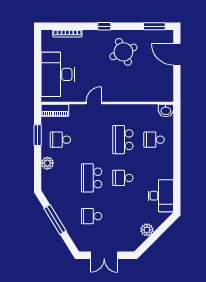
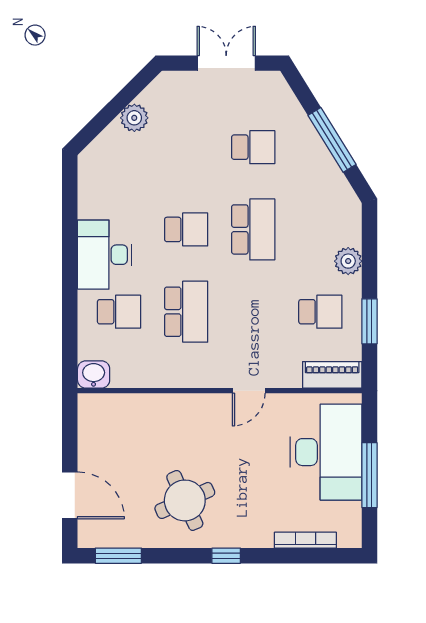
window: (38, 64) -> (369, 475), added
desk: (161, 196) -> (105, 255), moved

